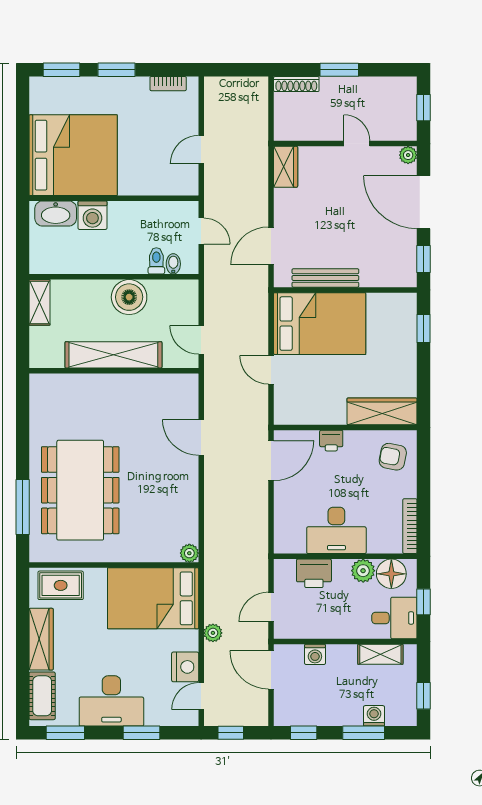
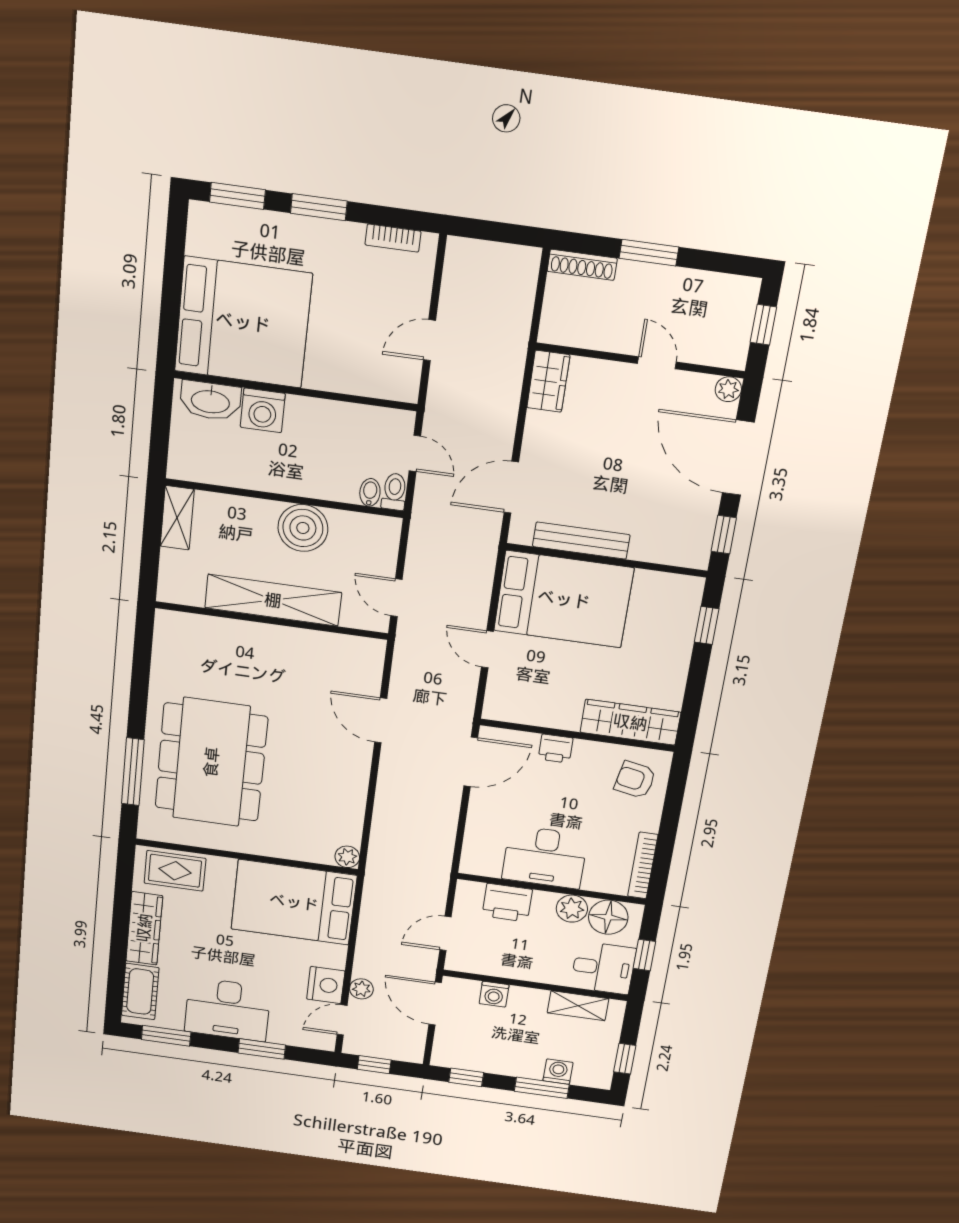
toilet: (156, 261) -> (394, 492), moved
plant: (213, 633) -> (361, 989), moved

